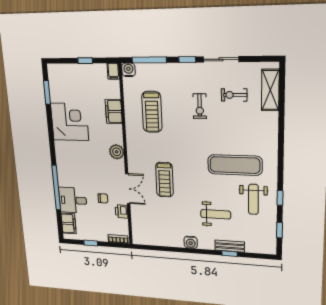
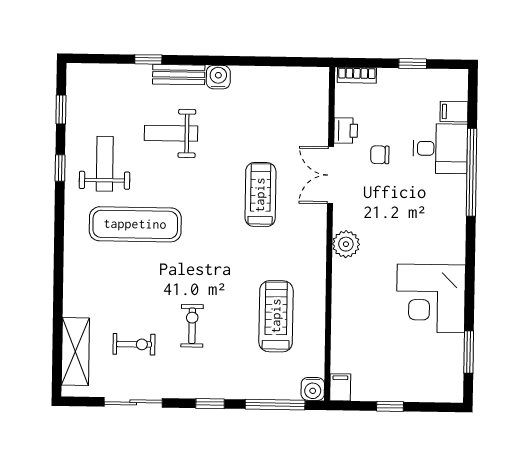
sliding door: (221, 59) -> (133, 402), moved
filing cabinet: (114, 112) -> (345, 317), removed
filing cabinet: (69, 223) -> (454, 112), width x0.50
bench: (230, 246) -> (179, 75), moved

